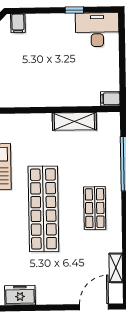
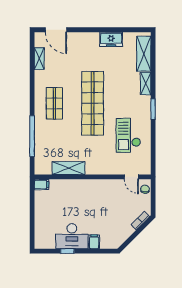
filing cabinet: (18, 23) -> (94, 242), moved
desk: (97, 30) -> (72, 236), moved
door: (94, 307) -> (56, 30), hinge flipped

